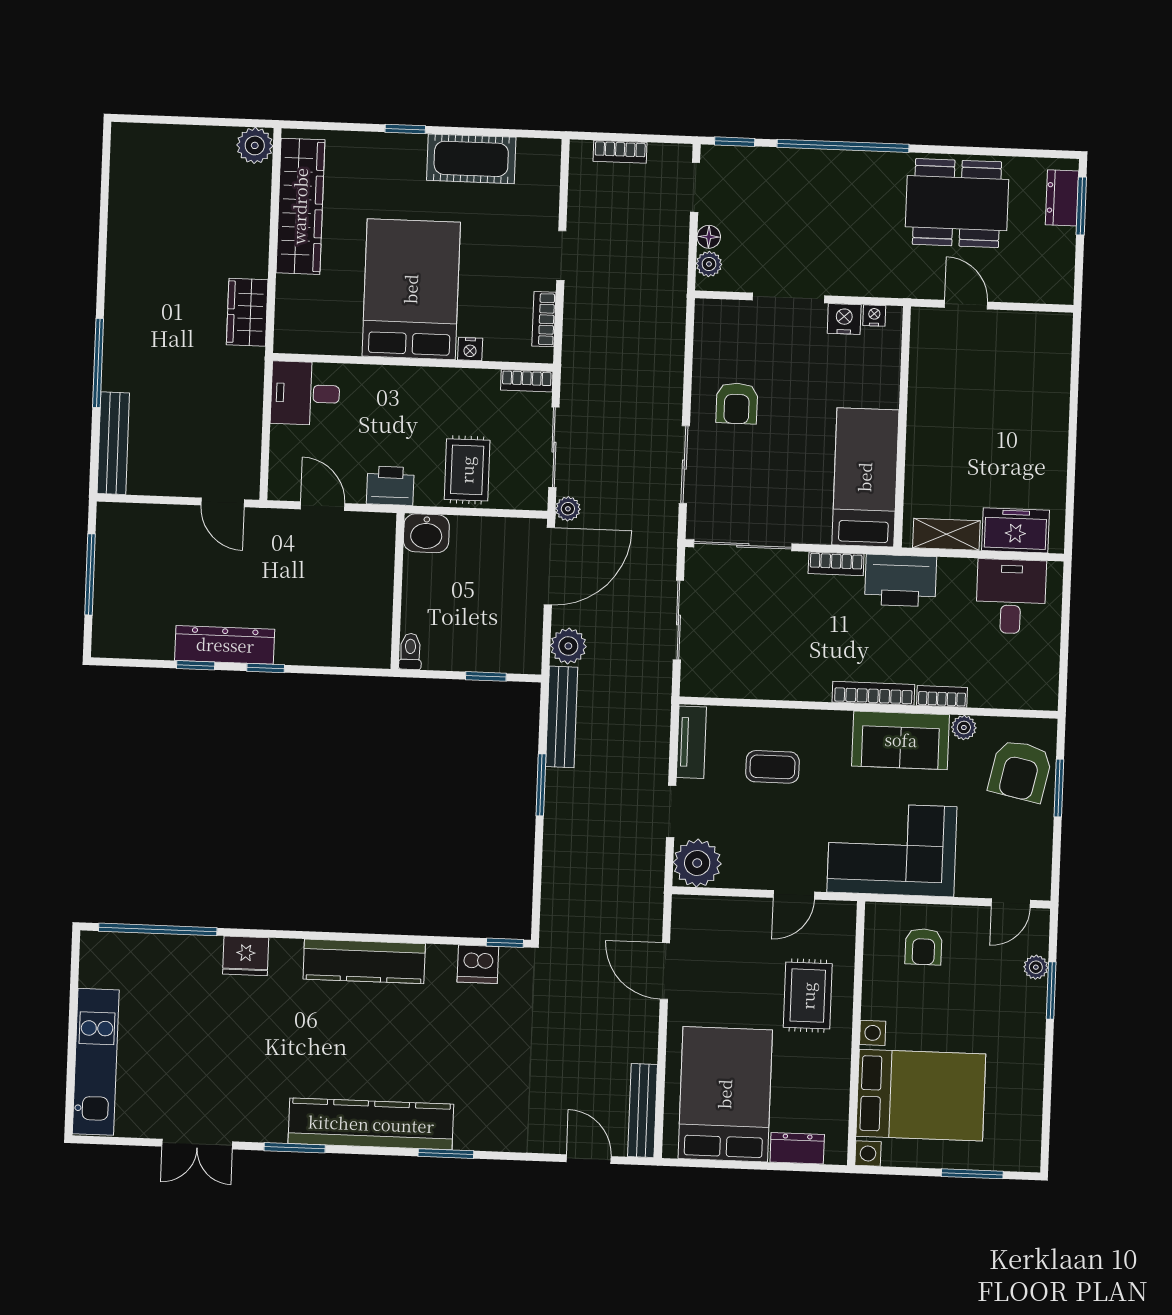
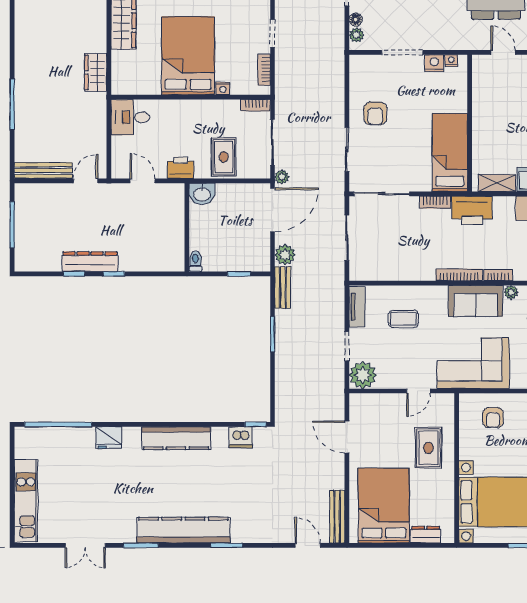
bench: (113, 443) -> (43, 170), moved, turned 90
door: (223, 502) -> (86, 181), swing flipped
bench: (562, 717) -> (283, 287), width x0.73

